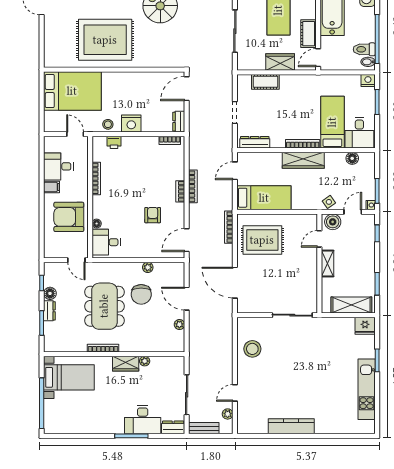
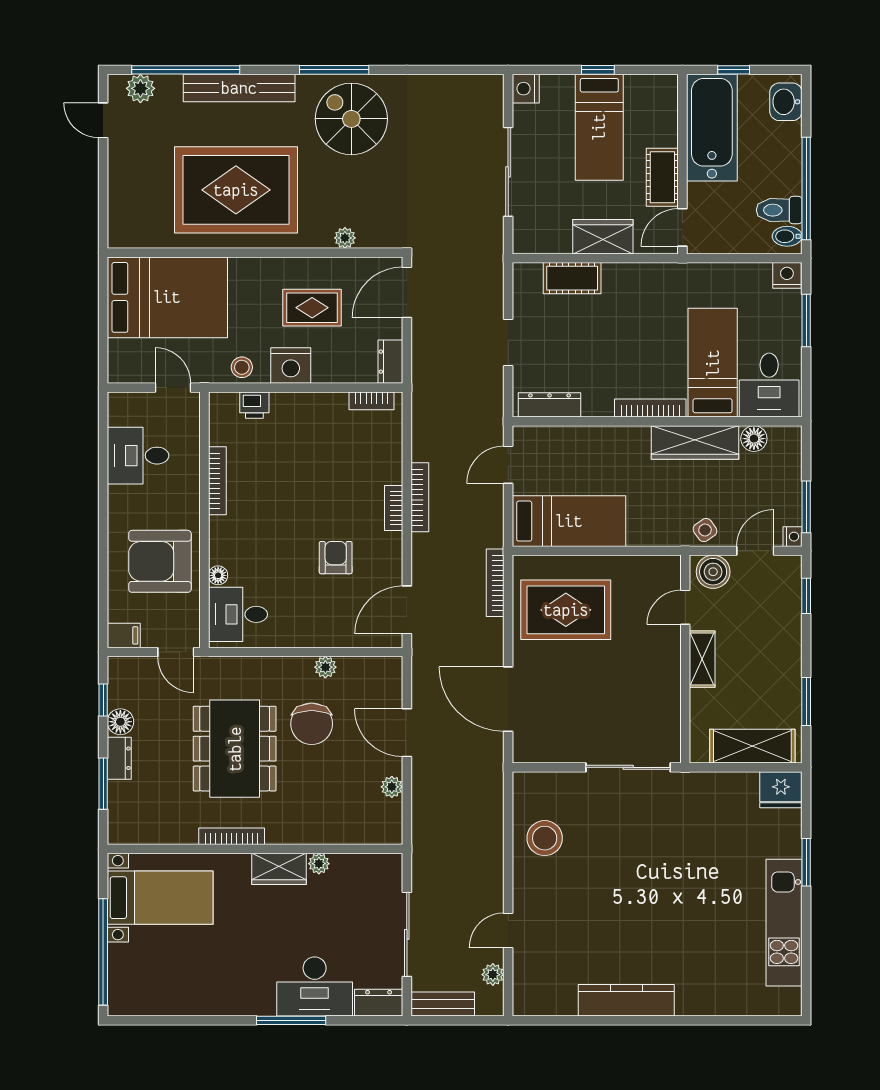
plant: (157, 63) -> (345, 238), added
rug: (141, 96) -> (312, 308), added
wardrobe: (303, 160) -> (695, 443), moved
filing cabinet: (52, 187) -> (124, 635), moved

